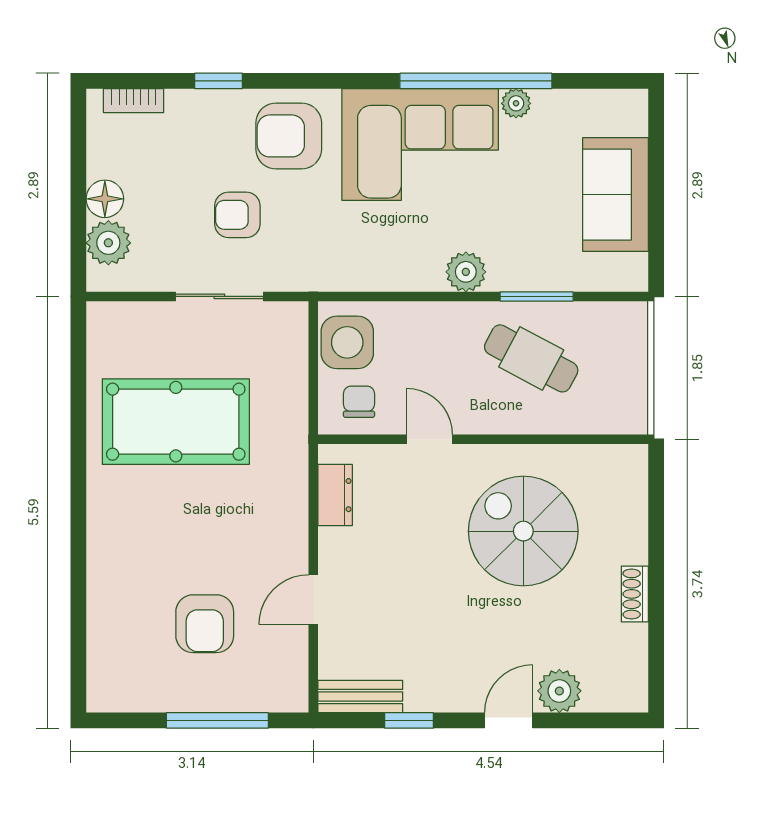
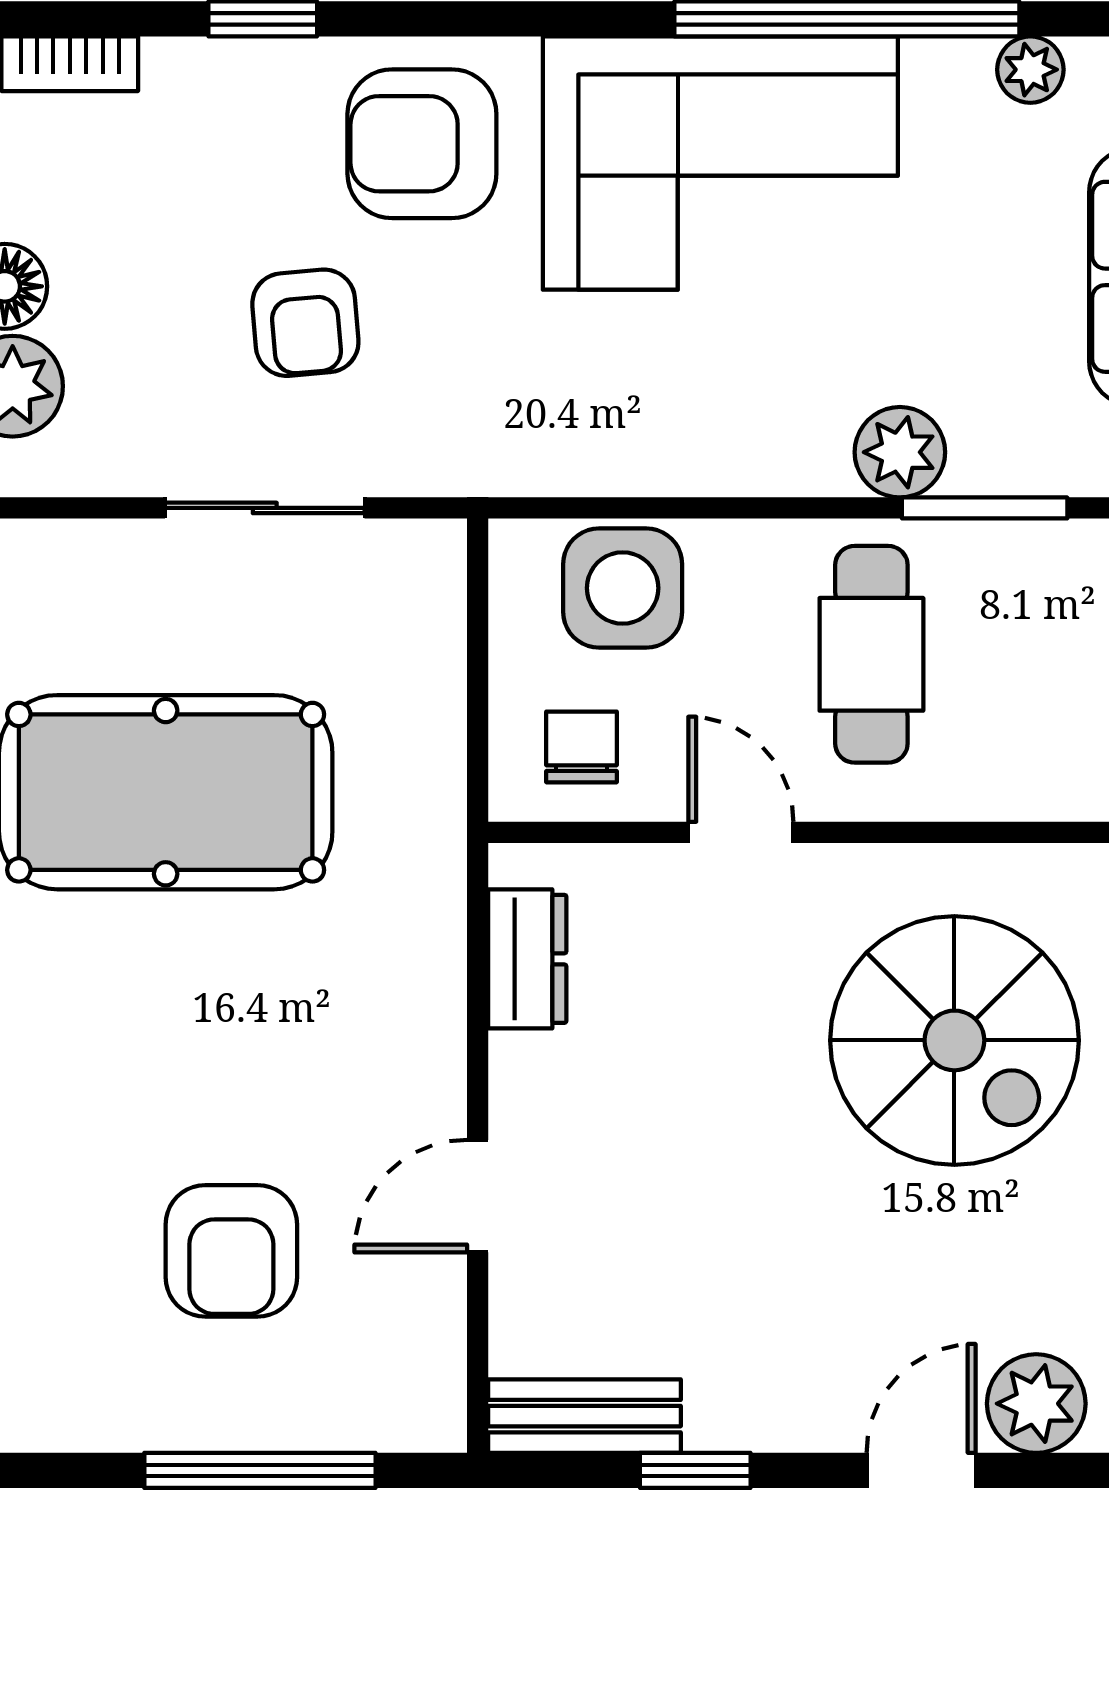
plant: (516, 103) -> (1030, 70), moved
armchair: (237, 215) -> (305, 323), turned -95
plant: (466, 272) -> (900, 452), moved
side table: (347, 342) -> (623, 588), moved
cafe table: (531, 358) -> (871, 654), moved, turned 62
spiral stairs: (523, 531) -> (954, 1040), turned 180

